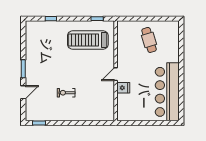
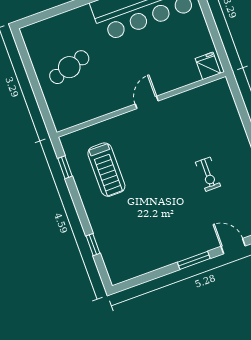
treadmill: (88, 40) -> (106, 170), width x0.73, depth x0.73
door: (116, 74) -> (147, 102), swing flipped
fridge: (123, 88) -> (208, 66), moved

